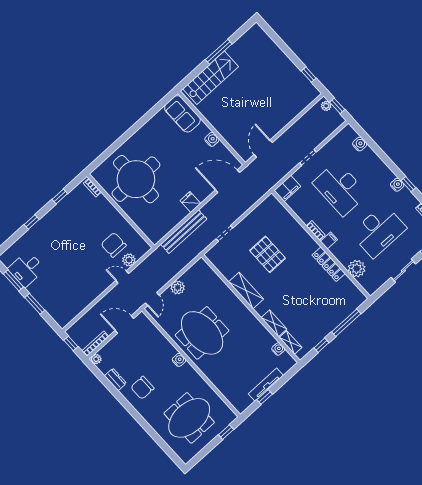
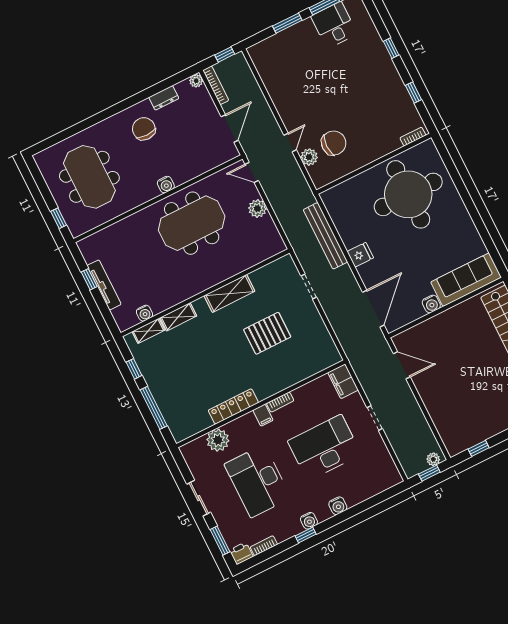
sofa: (182, 114) -> (466, 280), width x1.36
water cooler: (360, 144) -> (338, 506), moved

